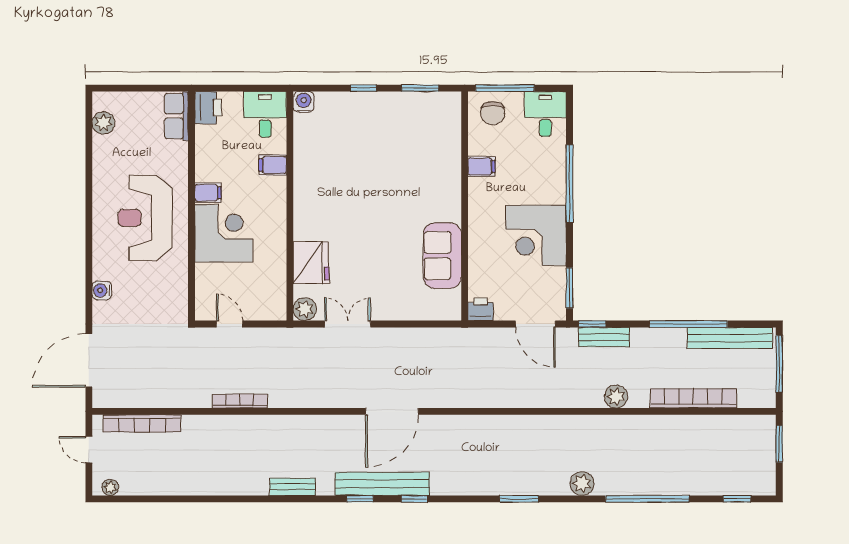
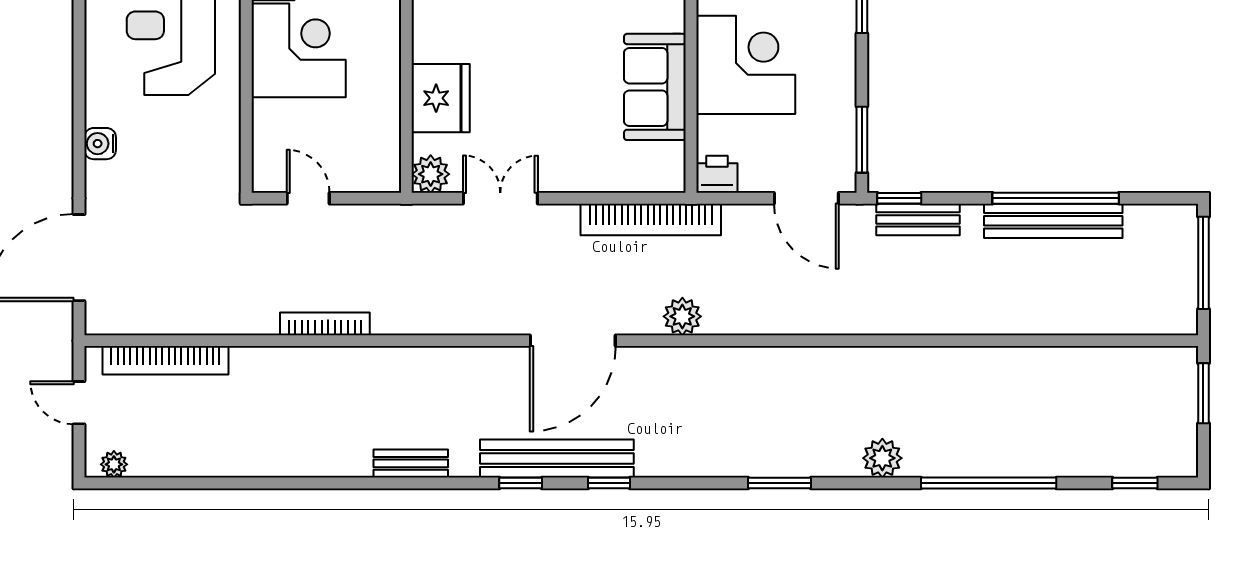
corner desk: (536, 235) -> (746, 65), moved, turned 180
bench: (730, 338) -> (1053, 221), moved
plant: (616, 397) -> (682, 316), moved
bookcase: (693, 398) -> (651, 220), moved, turned 180

